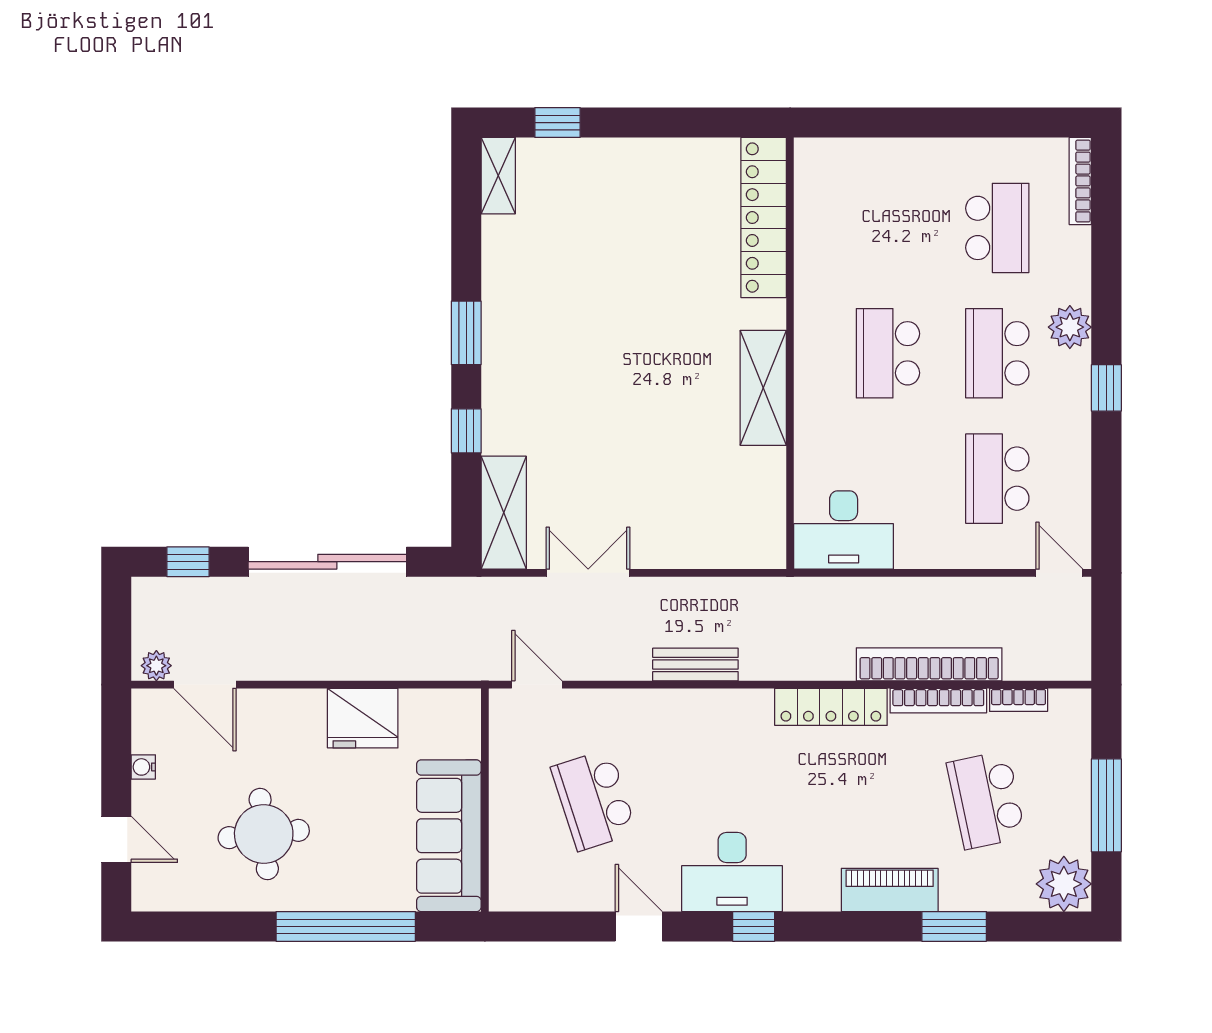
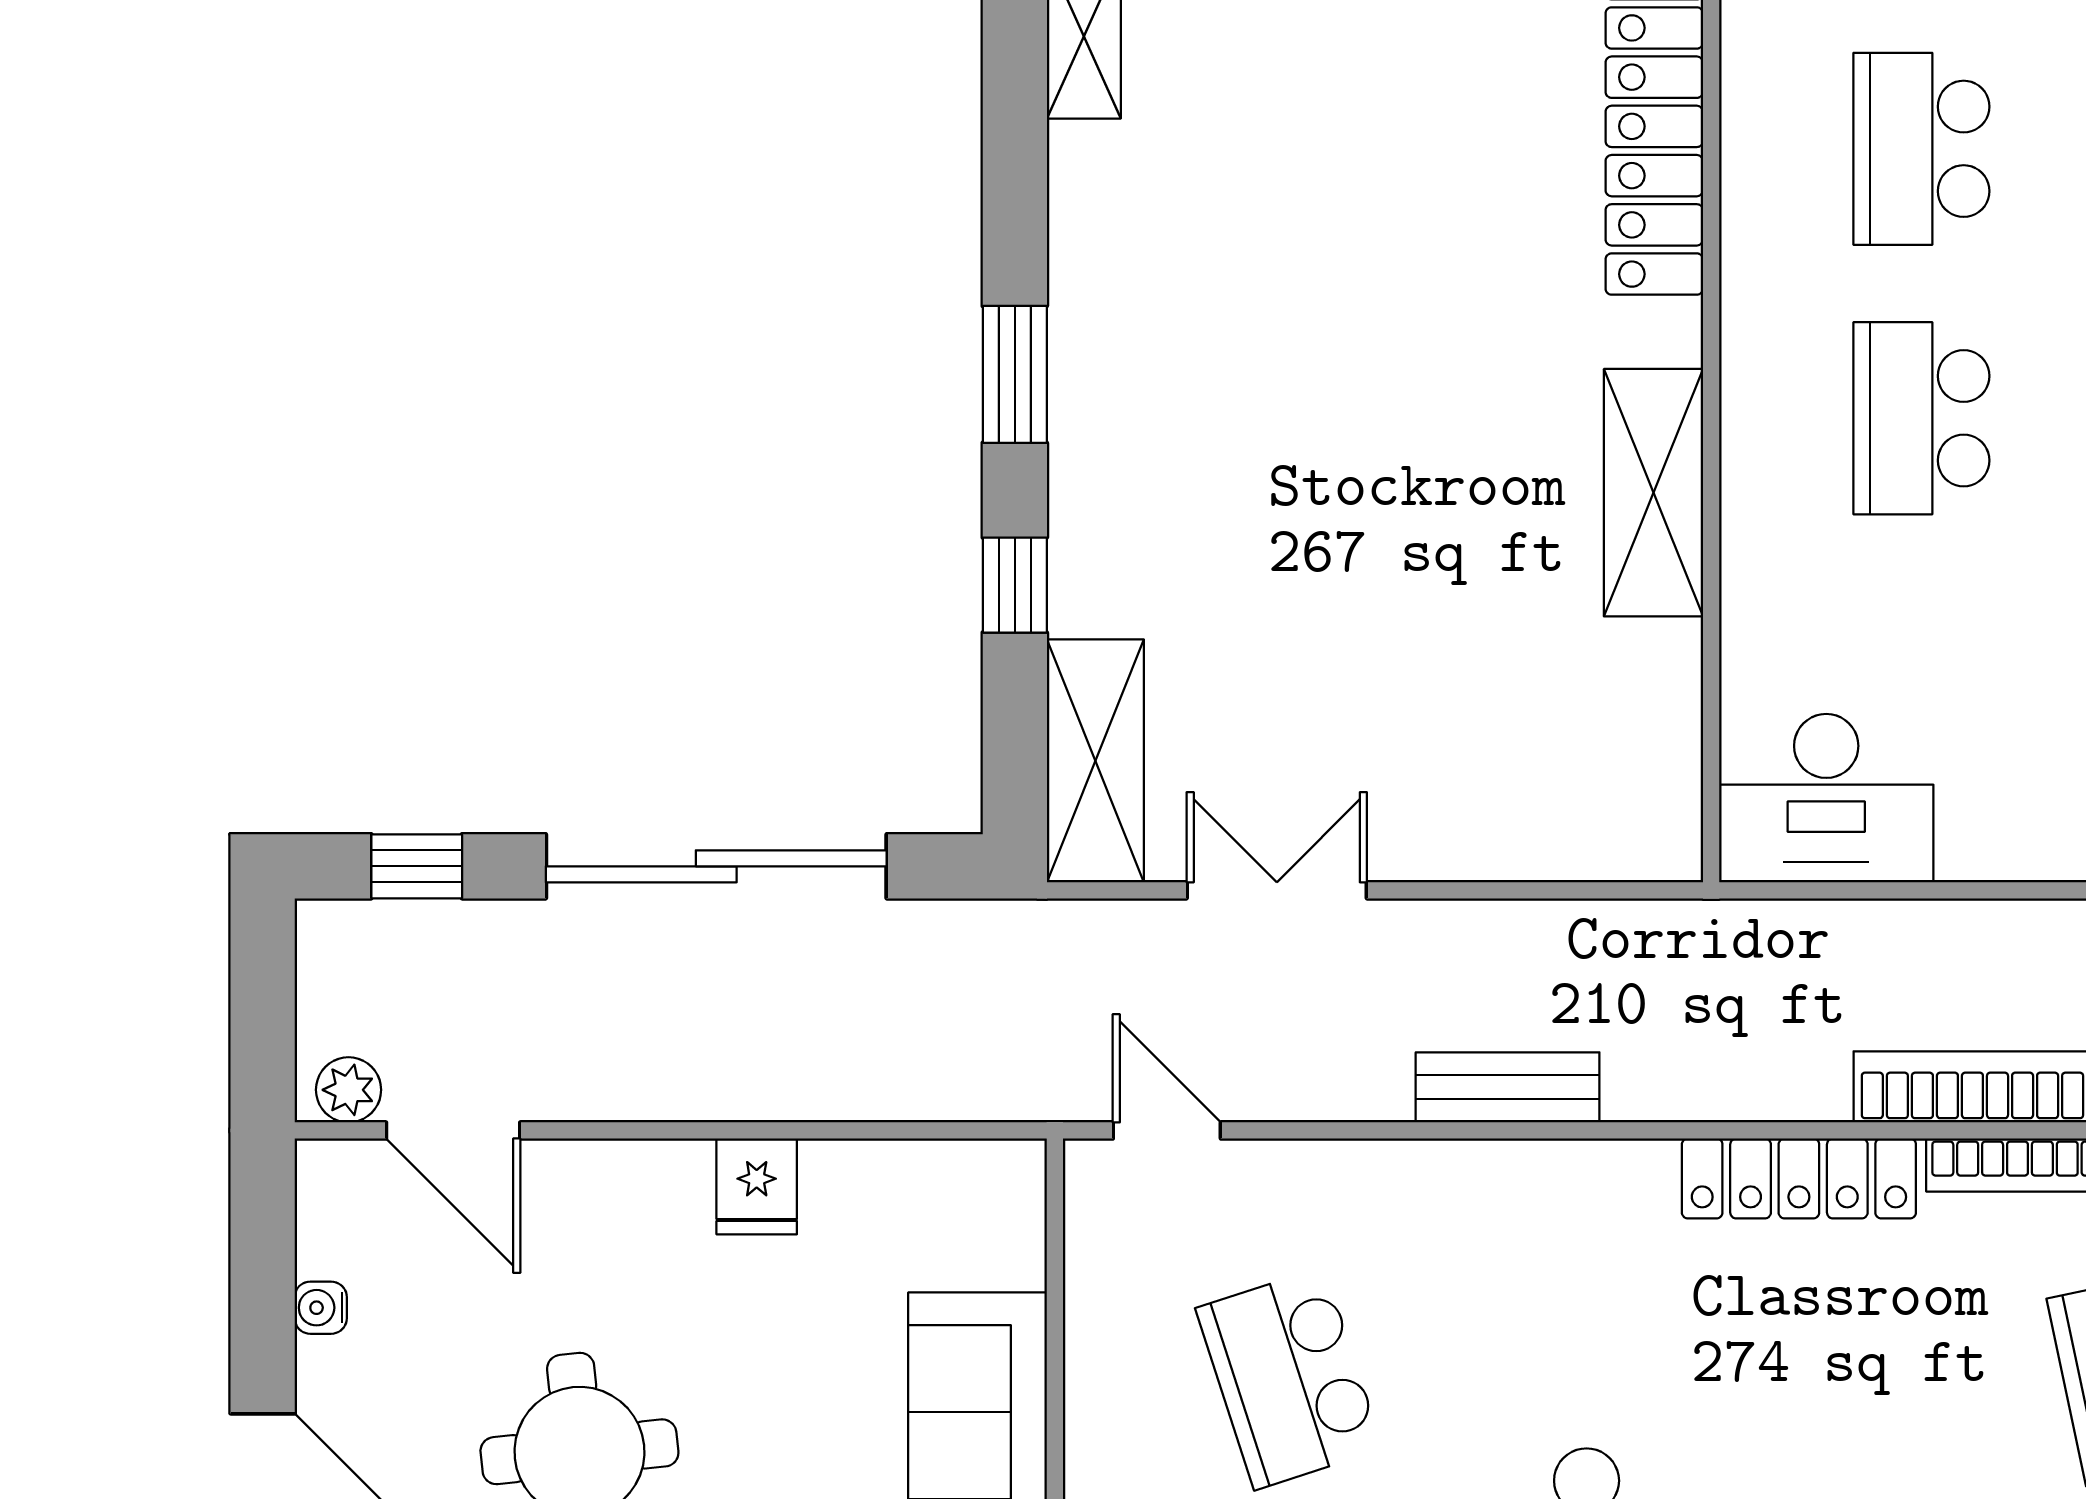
school desk: (888, 228) -> (1921, 149), added
fridge: (363, 718) -> (757, 1186), width x0.53, depth x0.75

